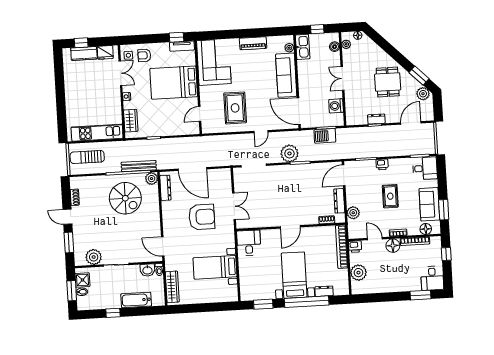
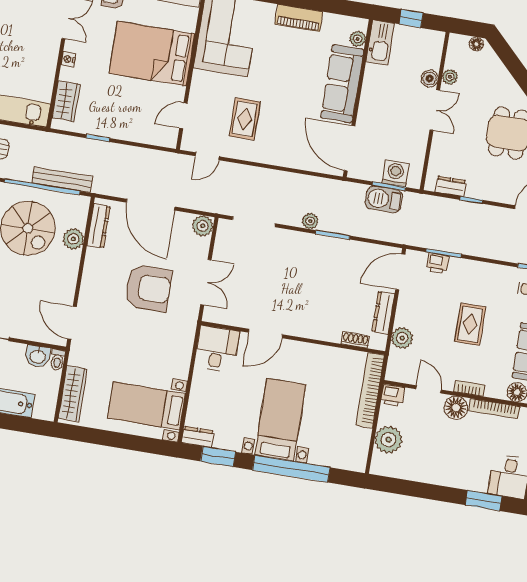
plant: (346, 44) -> (450, 77), moved
boiler: (335, 47) -> (429, 78), moved
double door: (342, 78) -> (435, 110), swing flipped
washing machine: (336, 106) -> (395, 173), moved, turned 90
rug: (235, 108) -> (245, 119), width x0.73, depth x0.70
dresser: (376, 119) -> (450, 186), moved
door: (261, 132) -> (207, 156), moved
plant: (289, 153) -> (310, 221), width x0.53, depth x0.53
printer: (382, 164) -> (438, 263), moved
plant: (225, 174) -> (203, 226), added
plant: (152, 179) -> (73, 239), moved
door: (290, 227) -> (266, 333), moved
bed with nightstands: (215, 267) -> (147, 406), moved
dresser: (324, 291) -> (198, 437), moved

